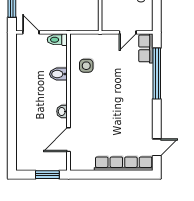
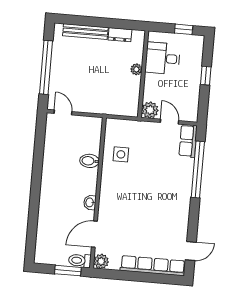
plant: (109, 23) -> (150, 110), added
door: (128, 32) -> (169, 122), swing flipped
toilet: (57, 40) -> (80, 260), moved
plant: (77, 164) -> (101, 261), added

